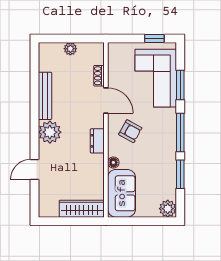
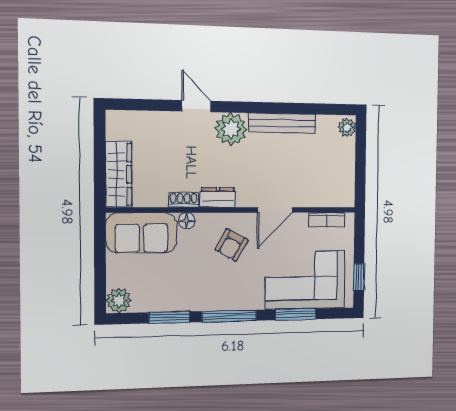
plant: (70, 49) -> (347, 127), moved
bookcase: (113, 63) -> (327, 220), added
shoe rack: (99, 76) -> (184, 200), moved
door: (35, 169) -> (196, 106), moved

